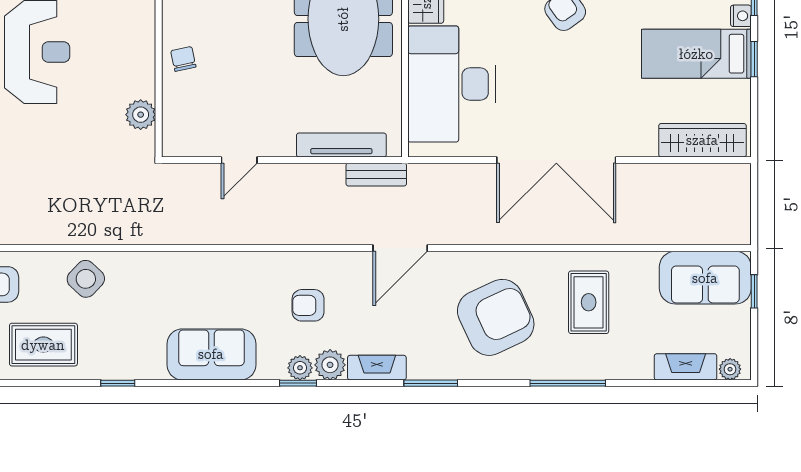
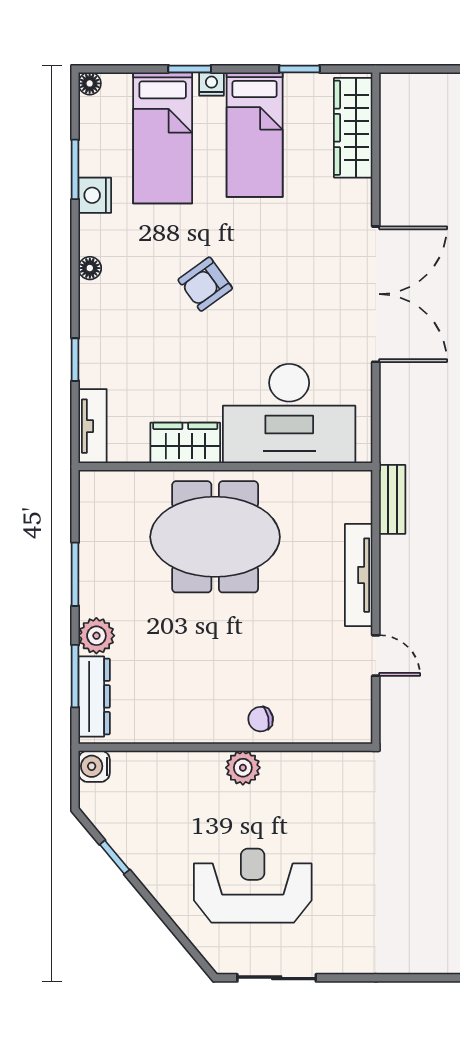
window: (754, 59) -> (299, 69), moved
plant: (141, 115) -> (243, 768), moved
tv unit: (341, 145) -> (359, 575), moved

